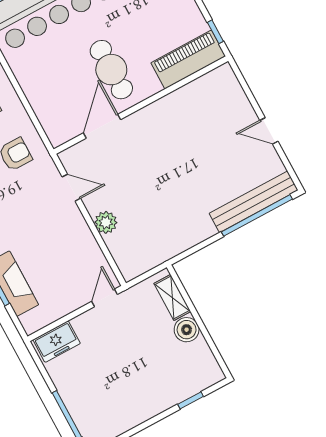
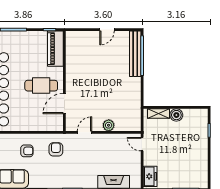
door: (102, 126) -> (64, 104), hinge flipped

